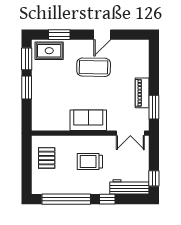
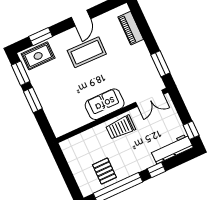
piano: (142, 93) -> (131, 28), moved
pallet: (47, 158) -> (104, 171), moved
trolley: (90, 162) -> (121, 127), moved

